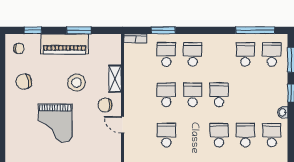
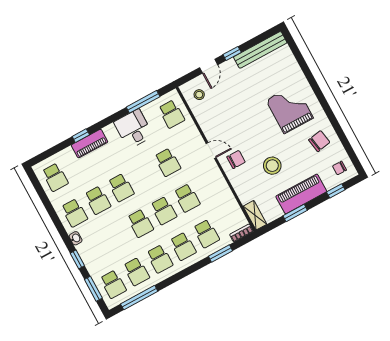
school desk: (219, 54) -> (160, 259), added
shelving: (115, 79) -> (255, 215), moved
grand piano: (55, 123) -> (290, 109), moved

